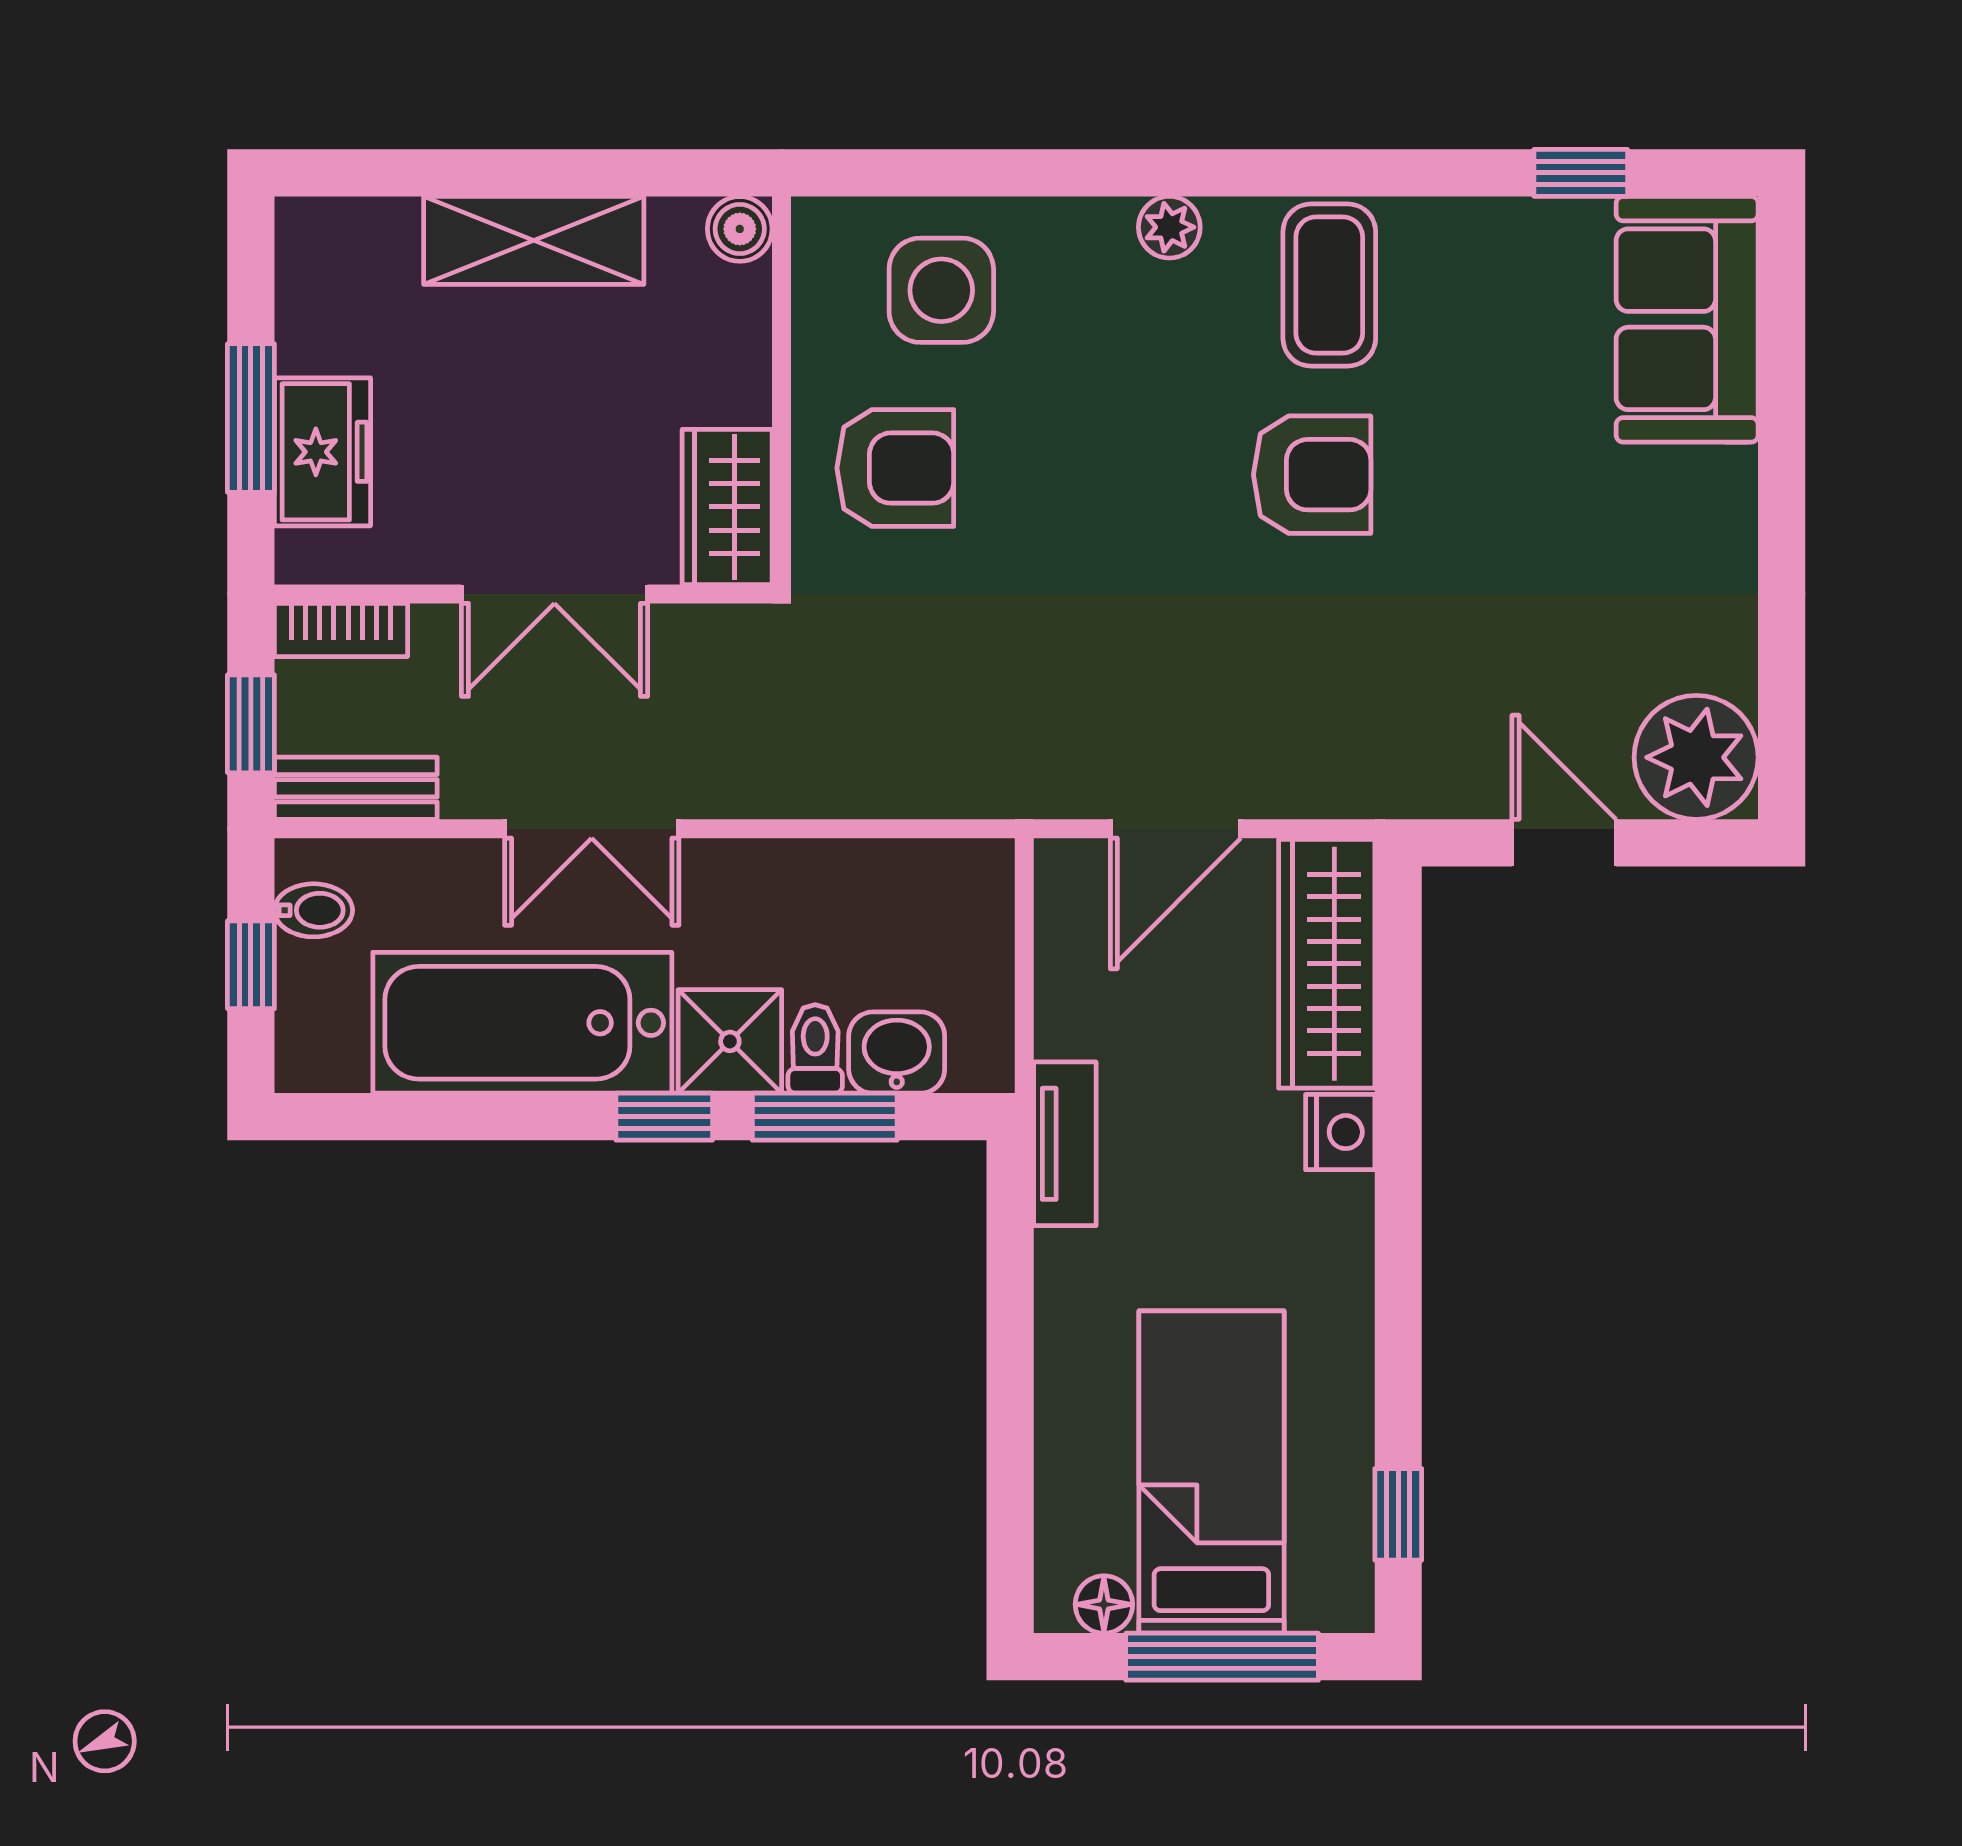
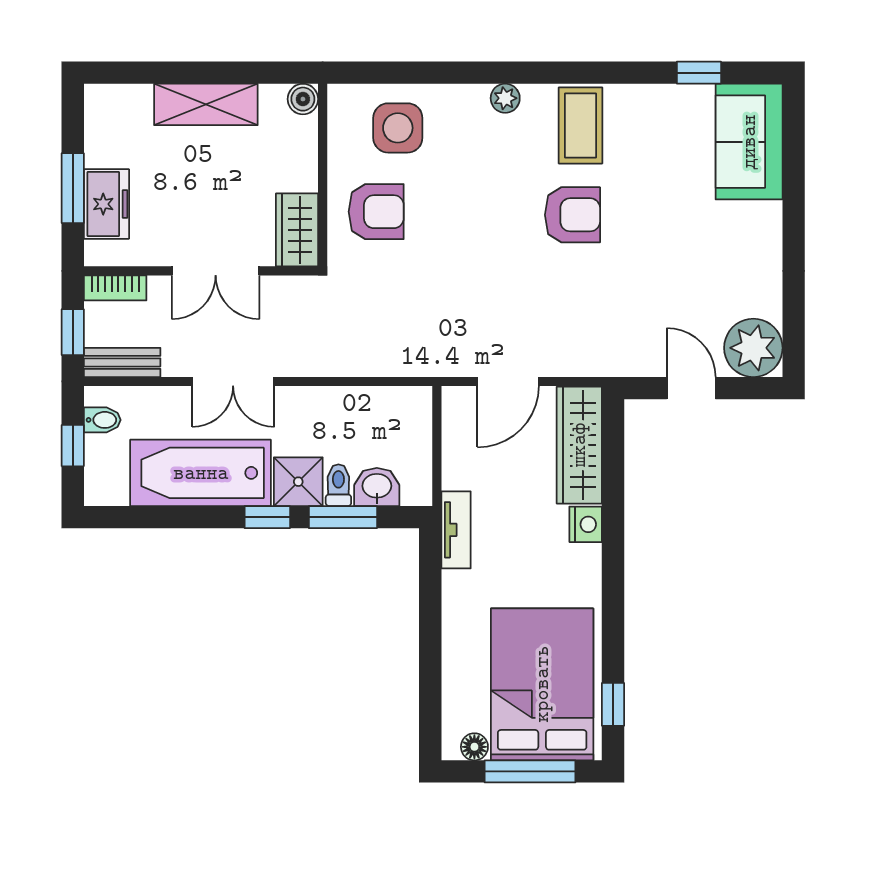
bed: (1211, 1472) -> (542, 684), width x1.50

